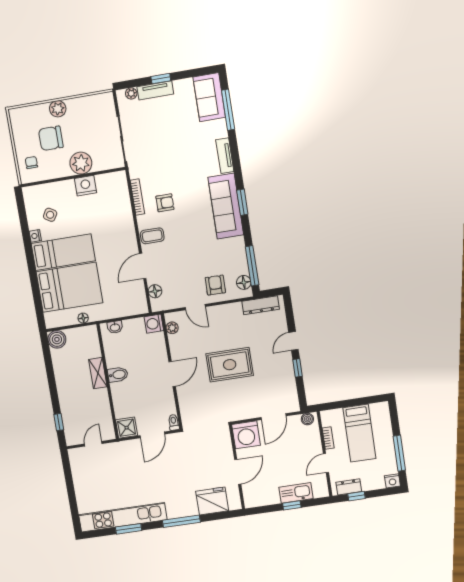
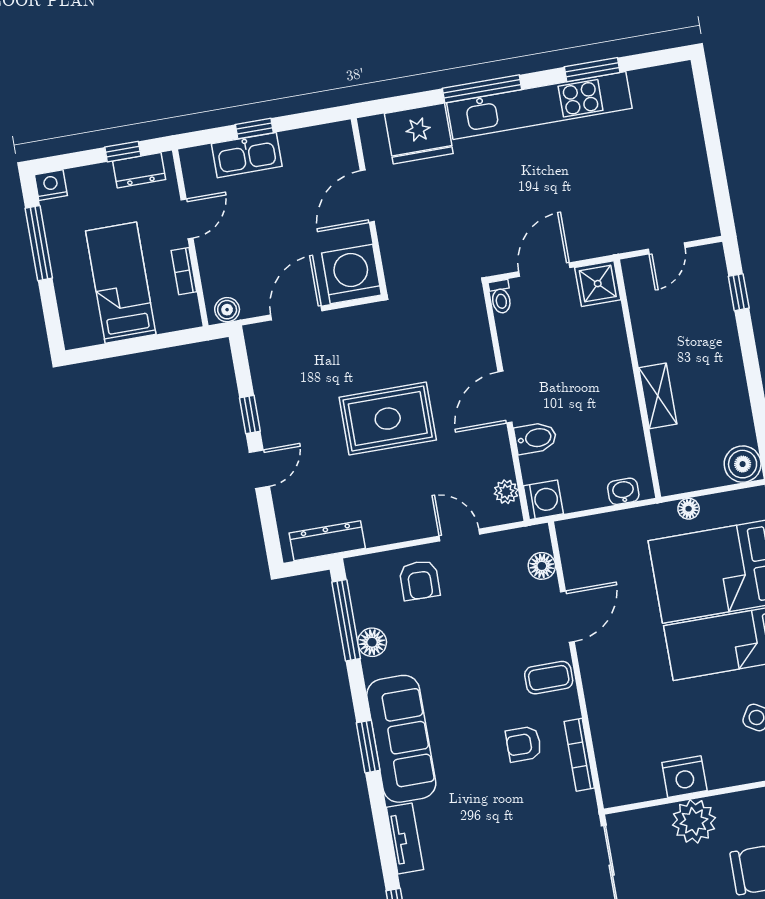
floor lamp: (244, 282) -> (372, 642), moved
bidet: (118, 375) -> (535, 438), moved, turned 180
kitchen unit: (123, 517) -> (539, 105), moved

